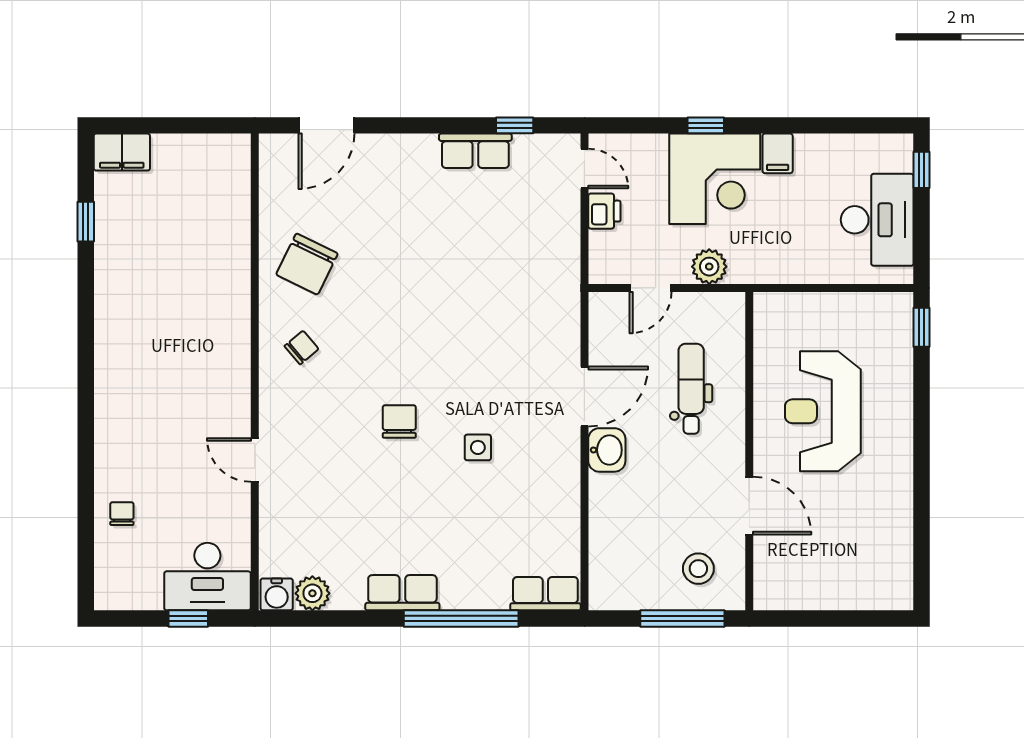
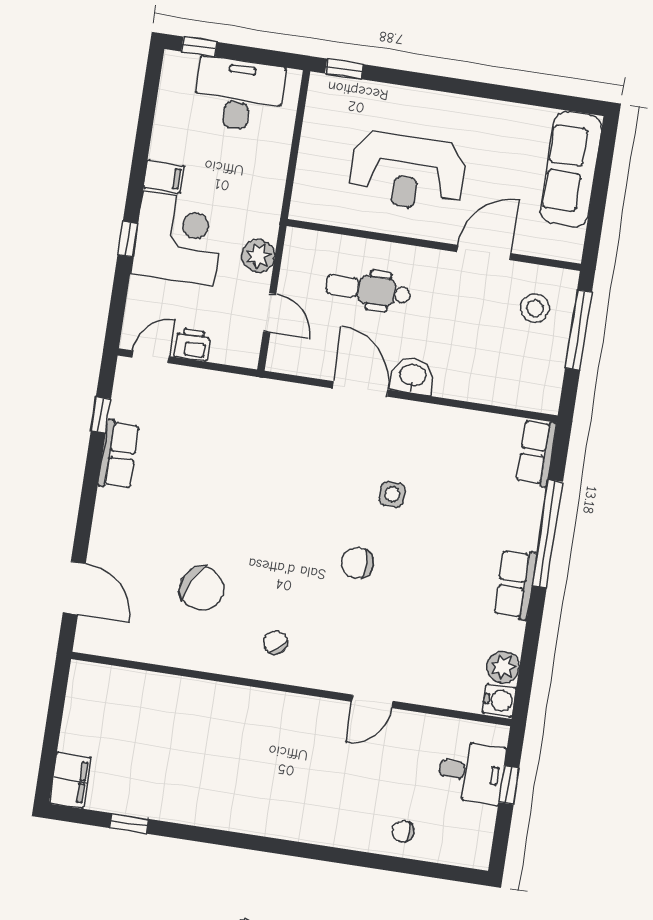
chair: (307, 264) -> (202, 589), moved
desk: (207, 577) -> (471, 772), width x0.73
sofa: (852, 585) -> (571, 169), added

